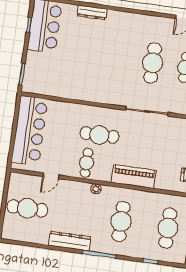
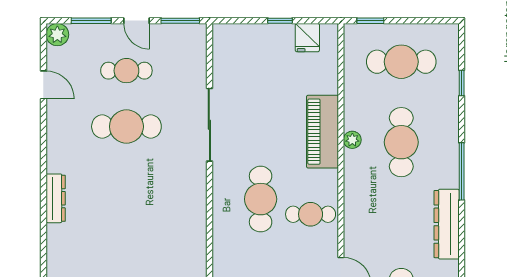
dresser: (92, 12) -> (56, 198), moved
plant: (96, 189) -> (352, 140), moved
cafe table: (121, 221) -> (401, 142), turned 90

